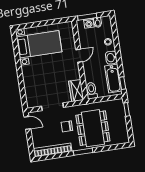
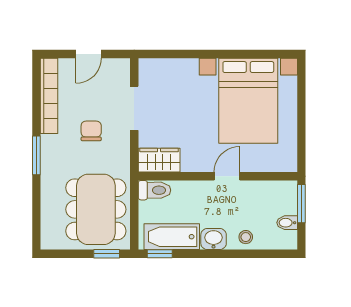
washing machine: (89, 23) -> (288, 205), removed
bed with nightstands: (39, 44) -> (248, 101), width x1.36
door: (79, 56) -> (227, 176), swing flipped
door: (27, 123) -> (89, 54), moved
dining table: (93, 128) -> (96, 209), moved, turned 90

